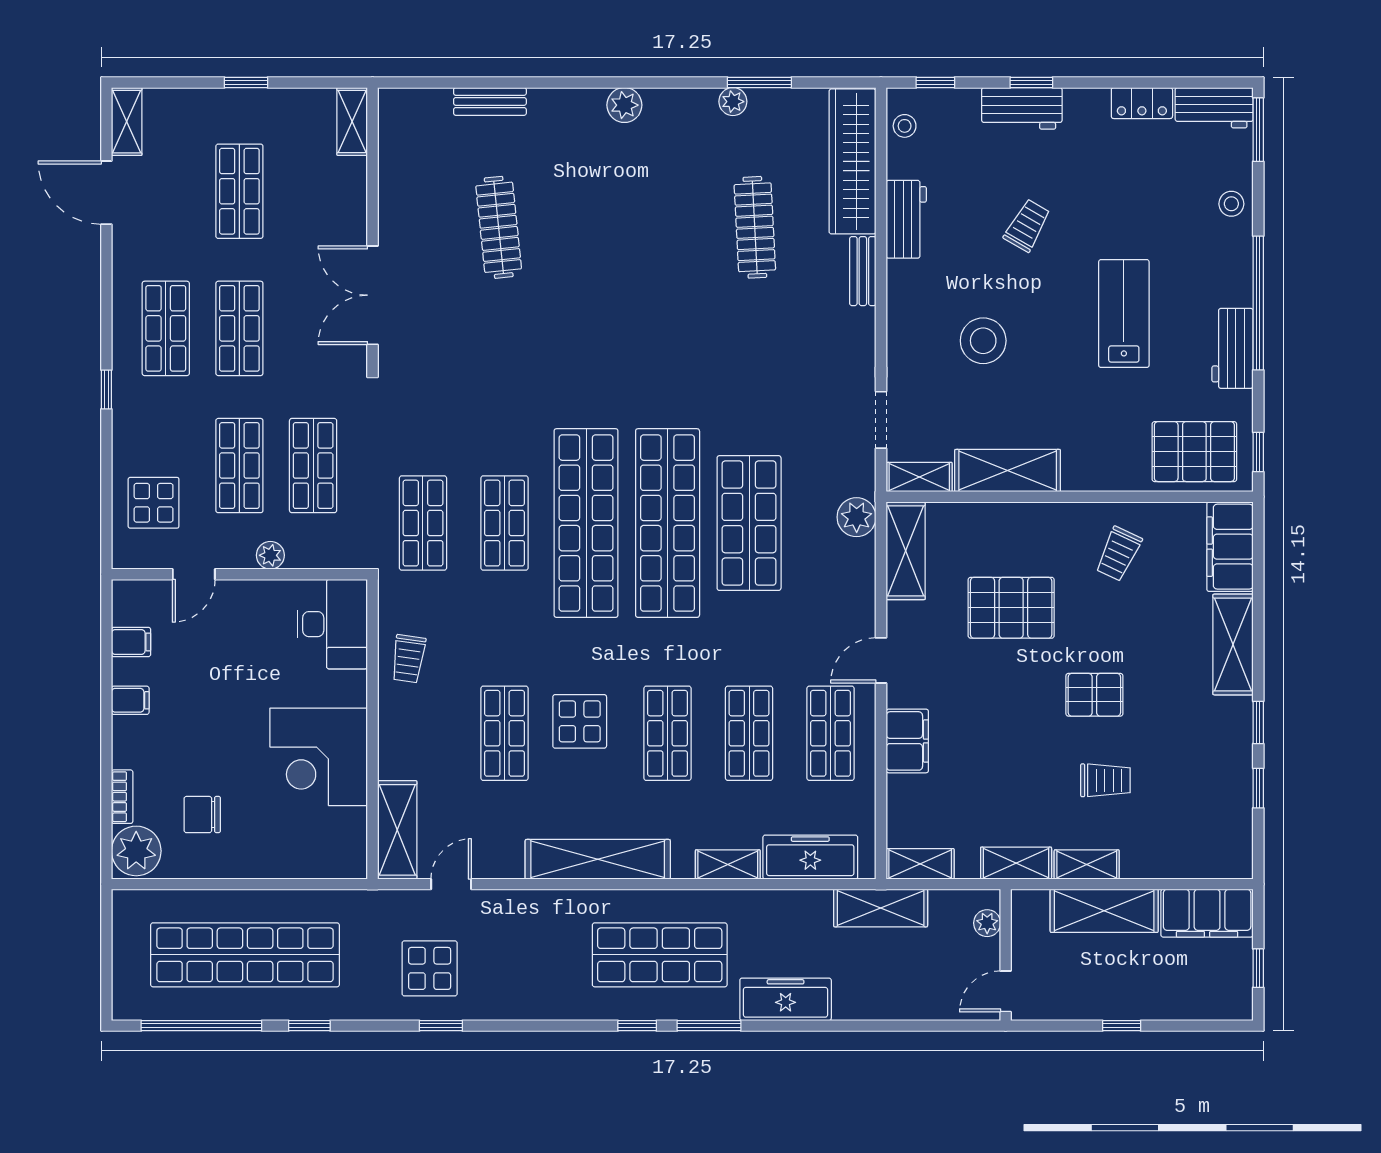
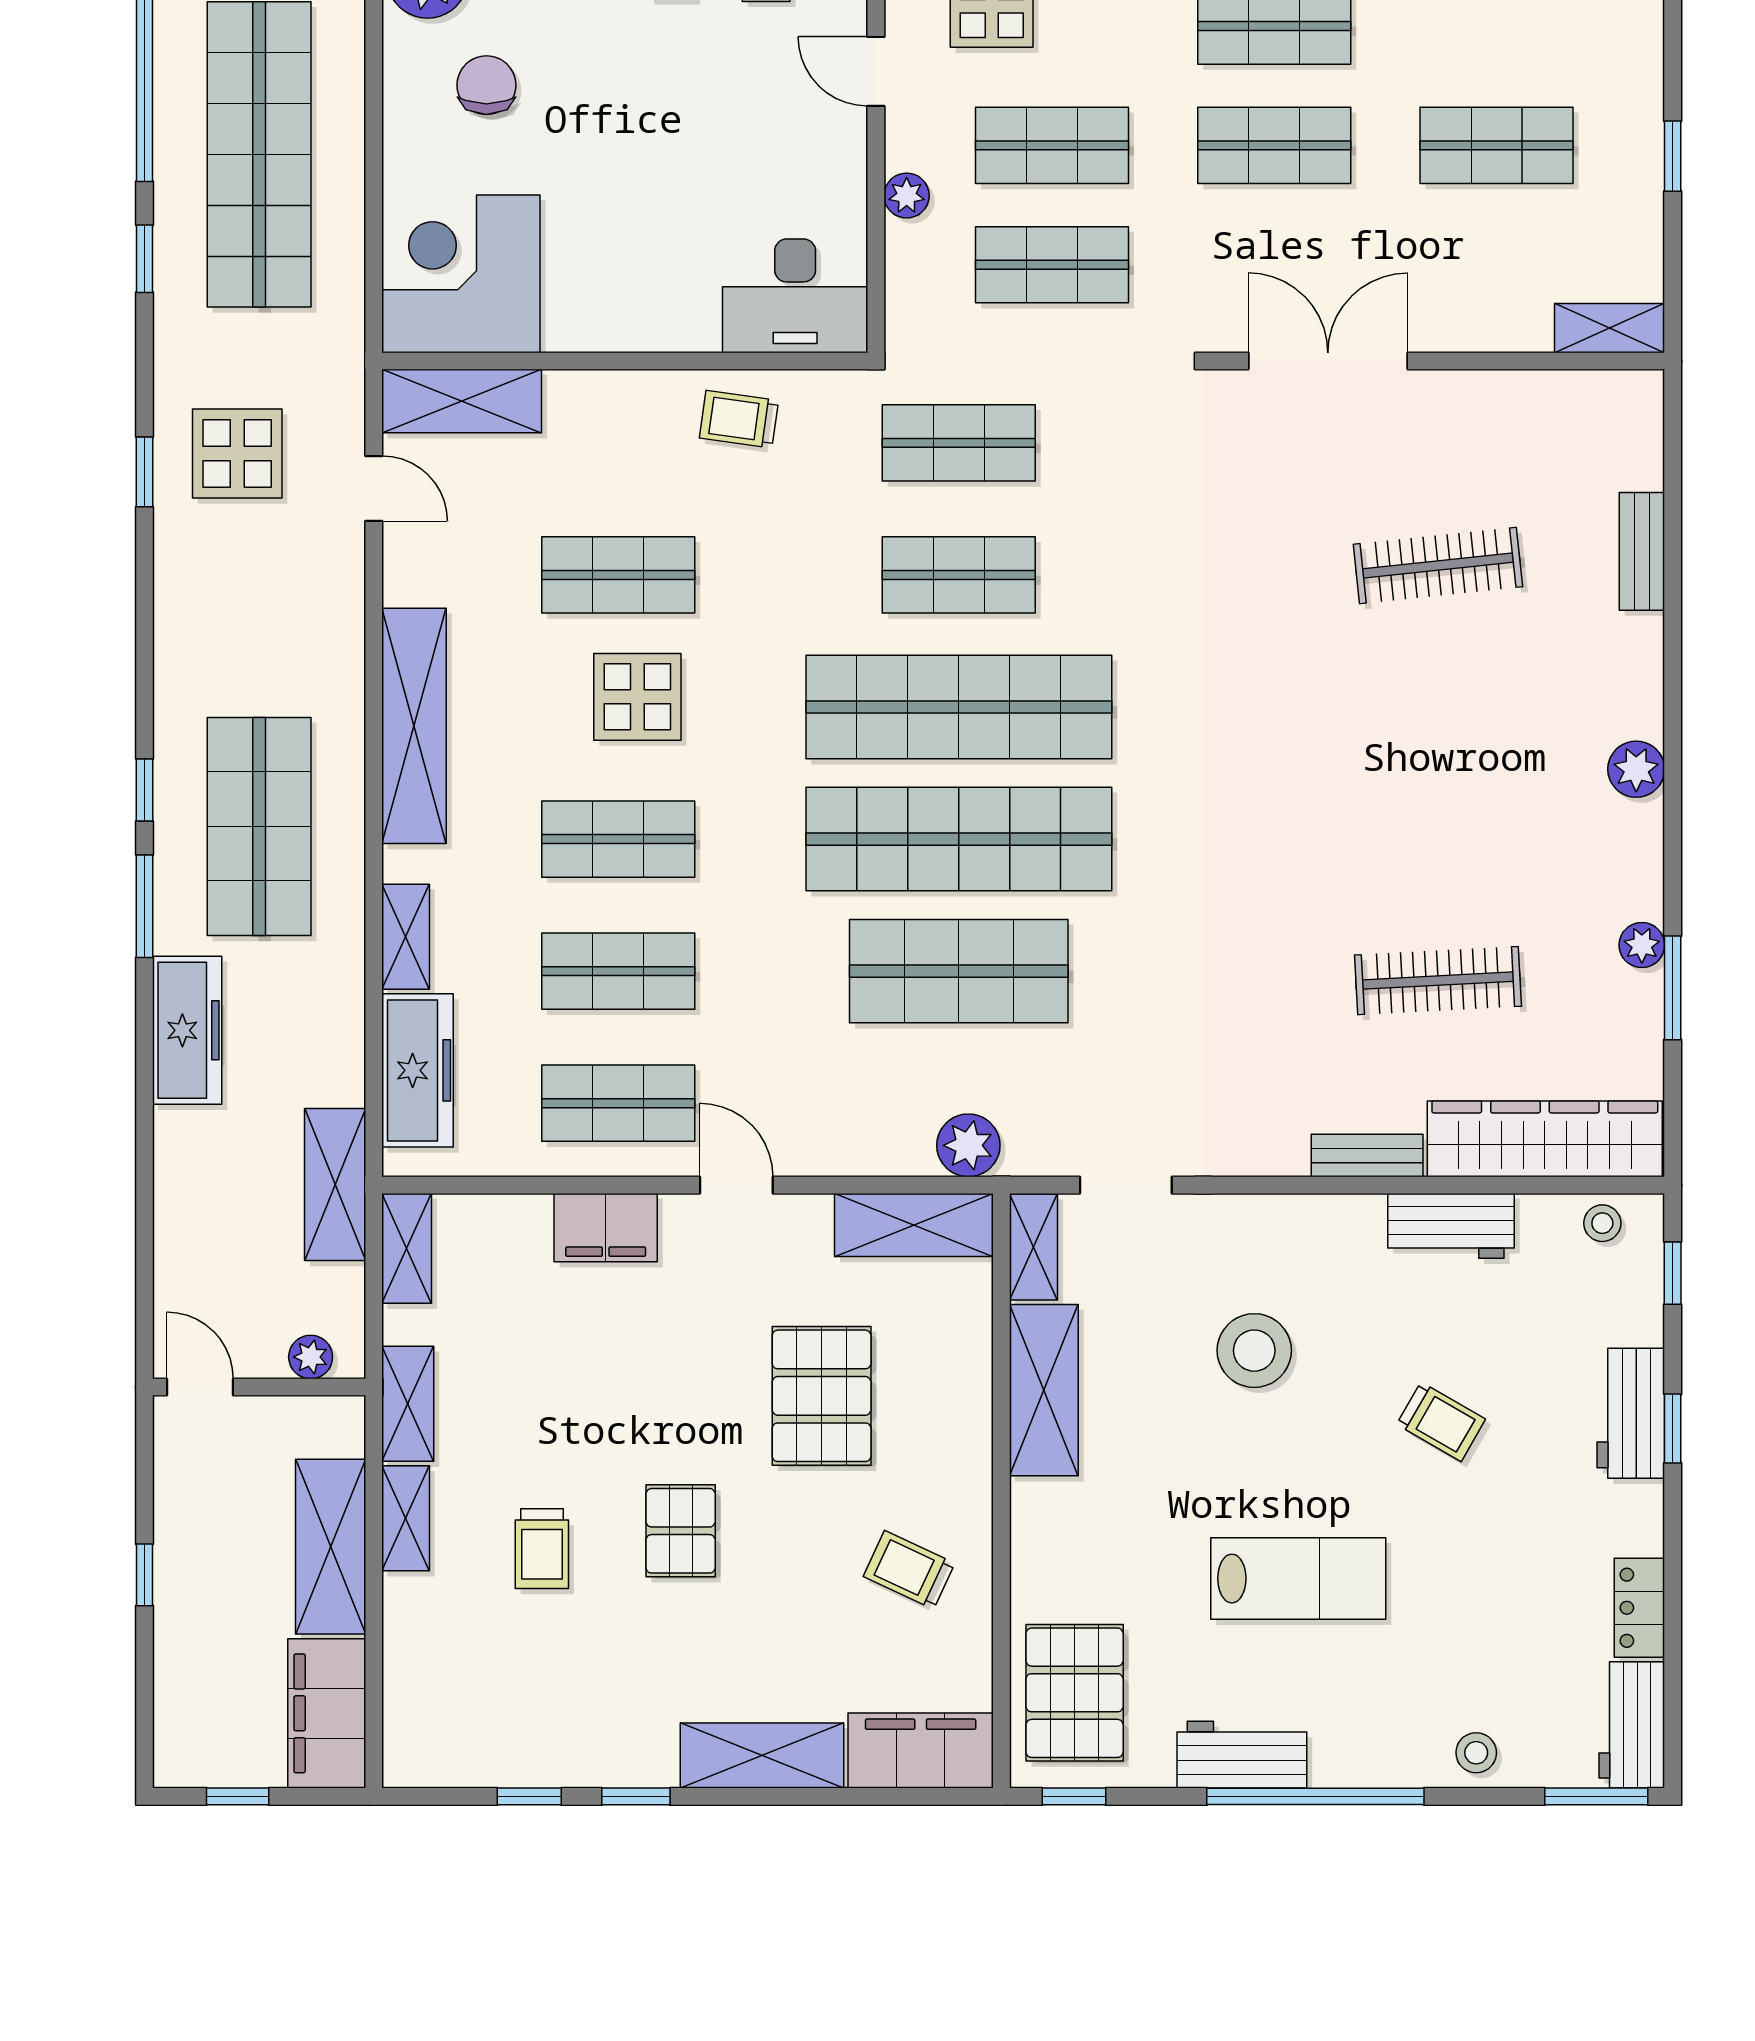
corner desk: (319, 757) -> (461, 274), moved

